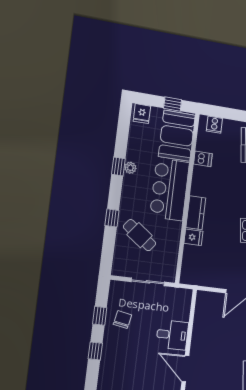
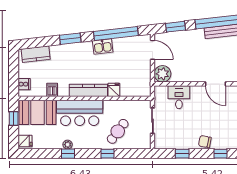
kitchen counter: (196, 213) -> (88, 90), width x1.50
plant: (206, 302) -> (163, 74), added
chair: (122, 320) -> (205, 142), moved
desk: (172, 335) -> (179, 97), moved
window: (95, 351) -> (220, 154), moved
door: (185, 369) -> (216, 84), hinge flipped

